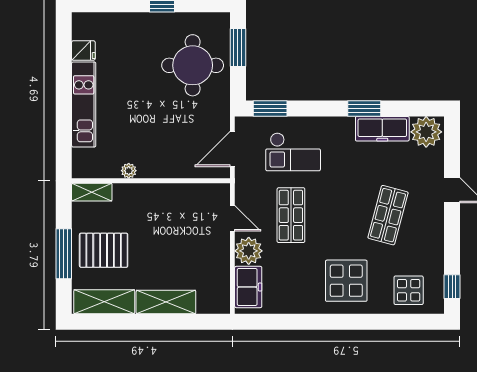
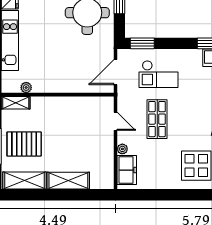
plant: (129, 171) -> (26, 88), moved
plant: (249, 251) -> (122, 149), width x0.53, depth x0.53

